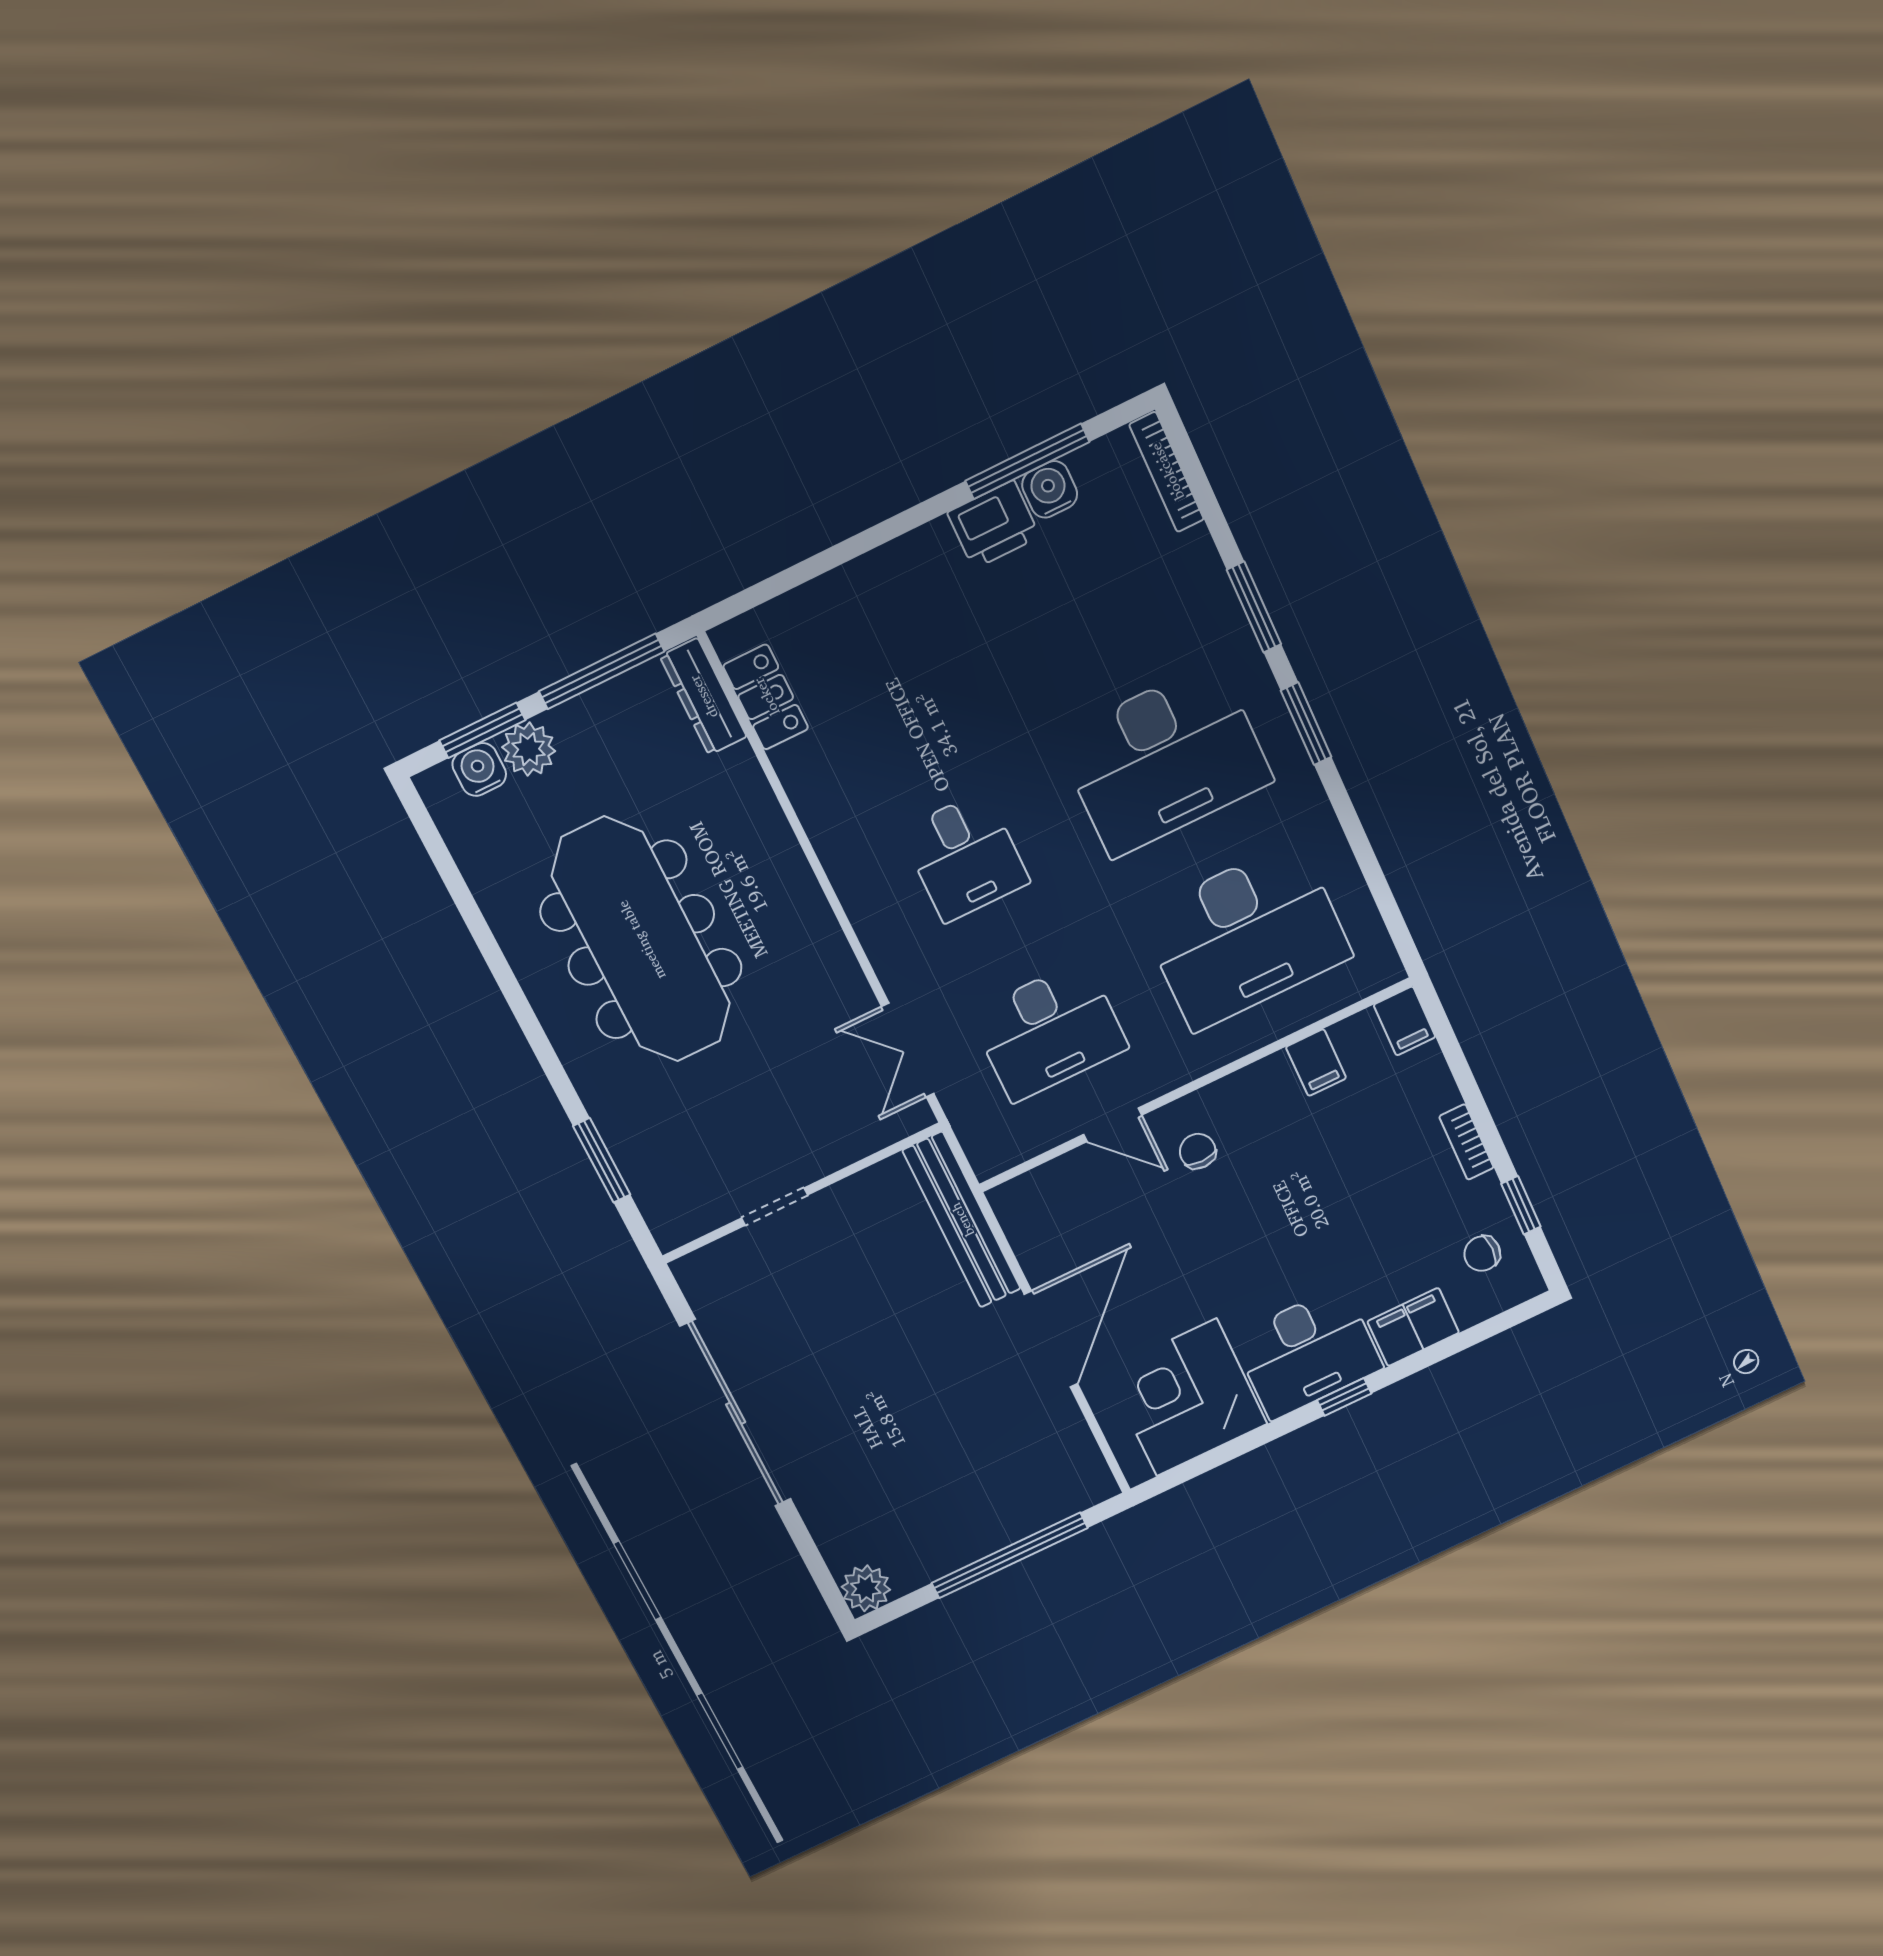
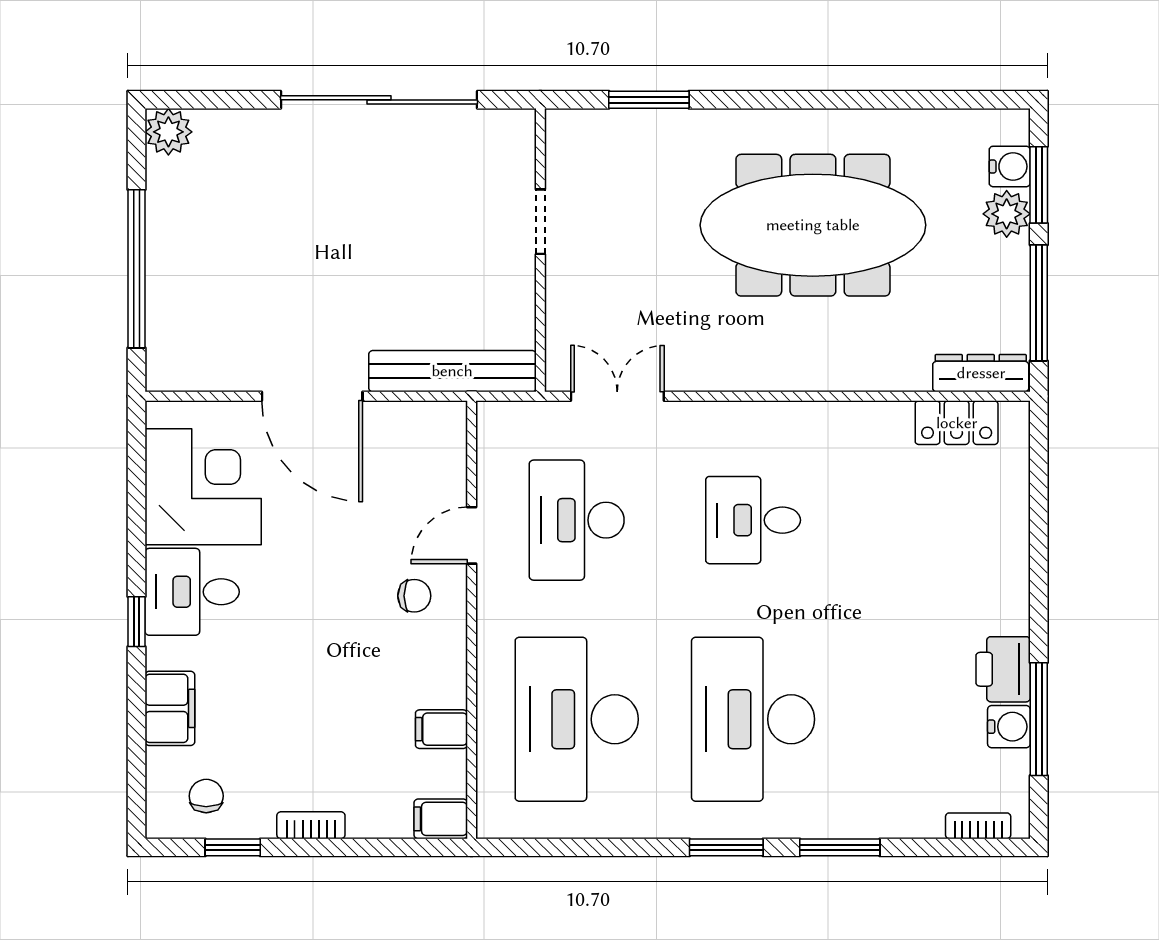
bookcase: (1167, 472) -> (978, 826), width x0.64
desk: (1307, 1352) -> (192, 592), width x0.73

